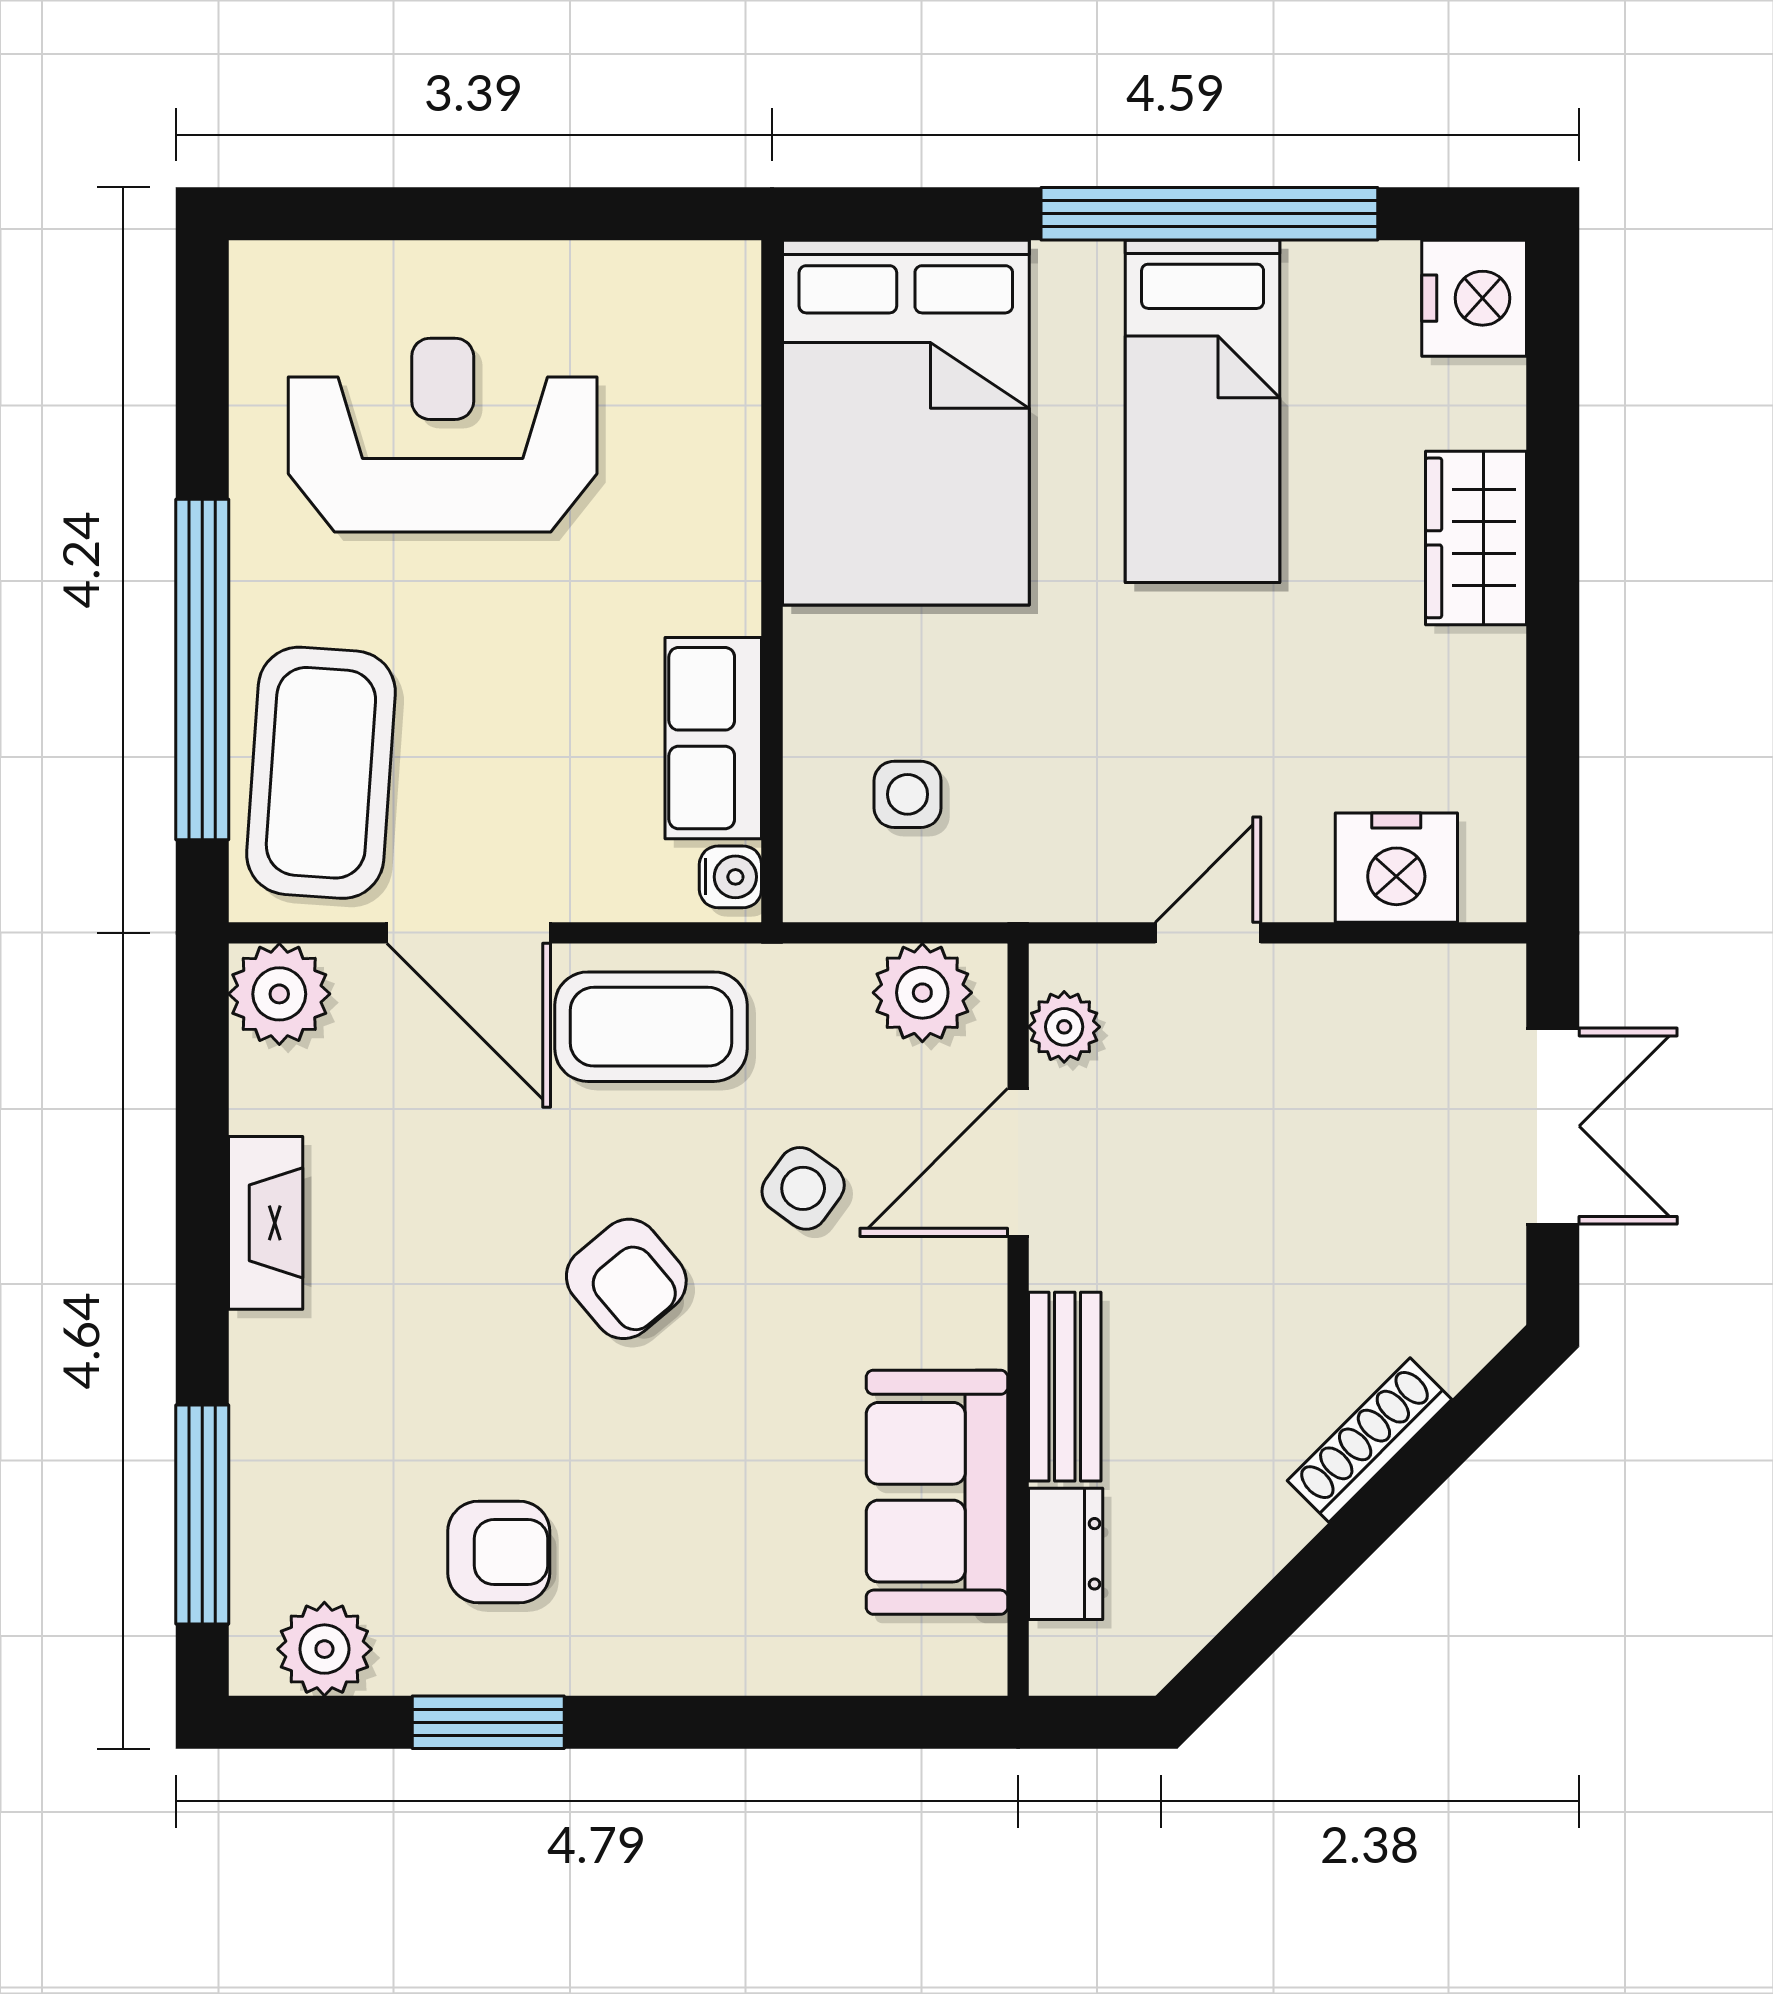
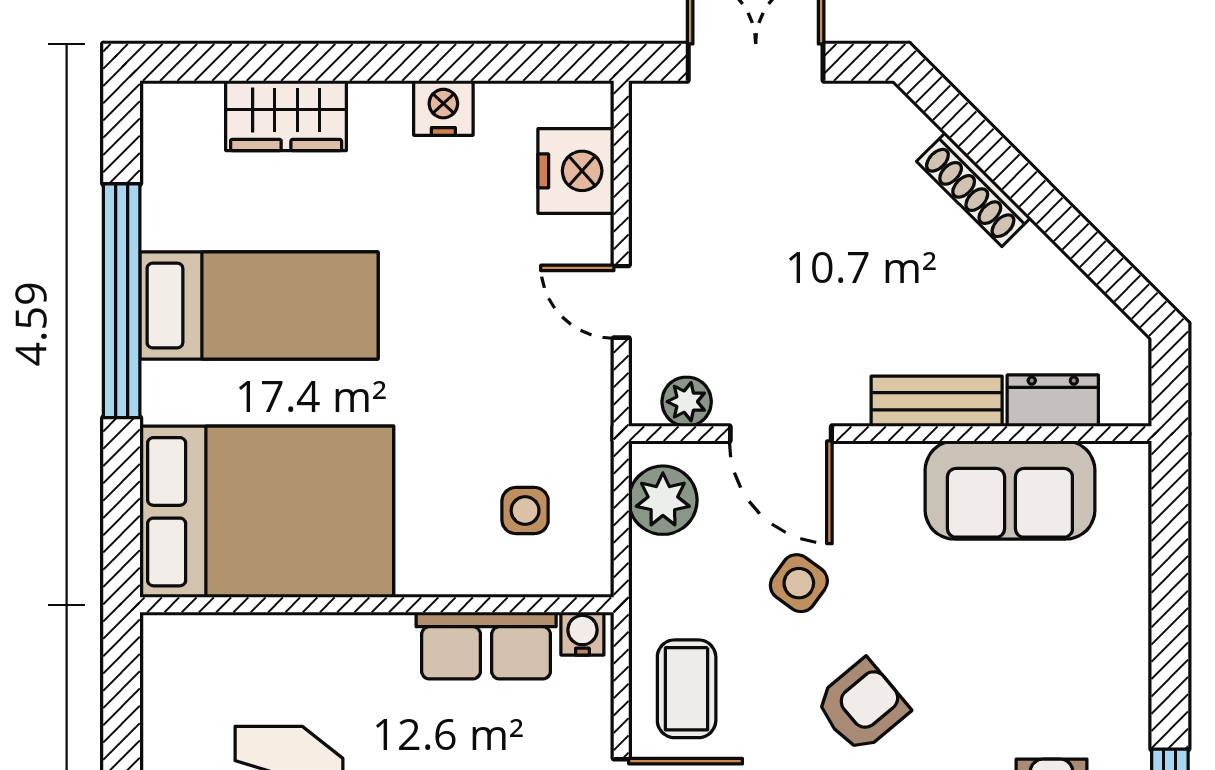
nightstand: (1474, 298) -> (443, 108), moved, width x0.74, depth x0.75
wardrobe: (1476, 538) -> (286, 116), moved
coffee table: (651, 1027) -> (687, 689), width x0.73, depth x0.77

